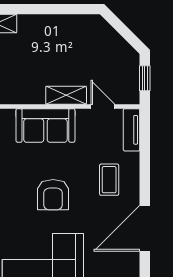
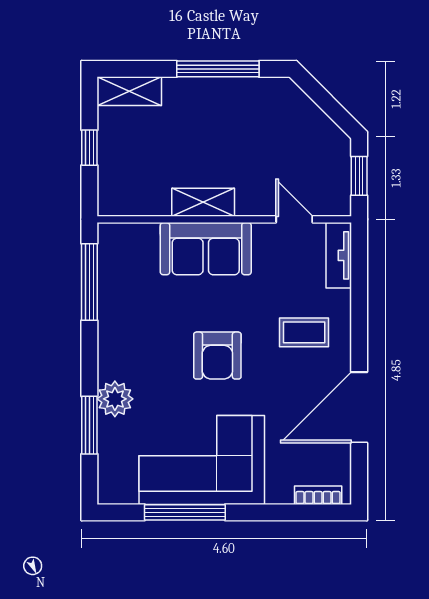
window: (53, 9) -> (218, 69), added
shelving: (66, 95) -> (203, 202), moved
coffee table: (109, 180) -> (304, 332), turned 90

